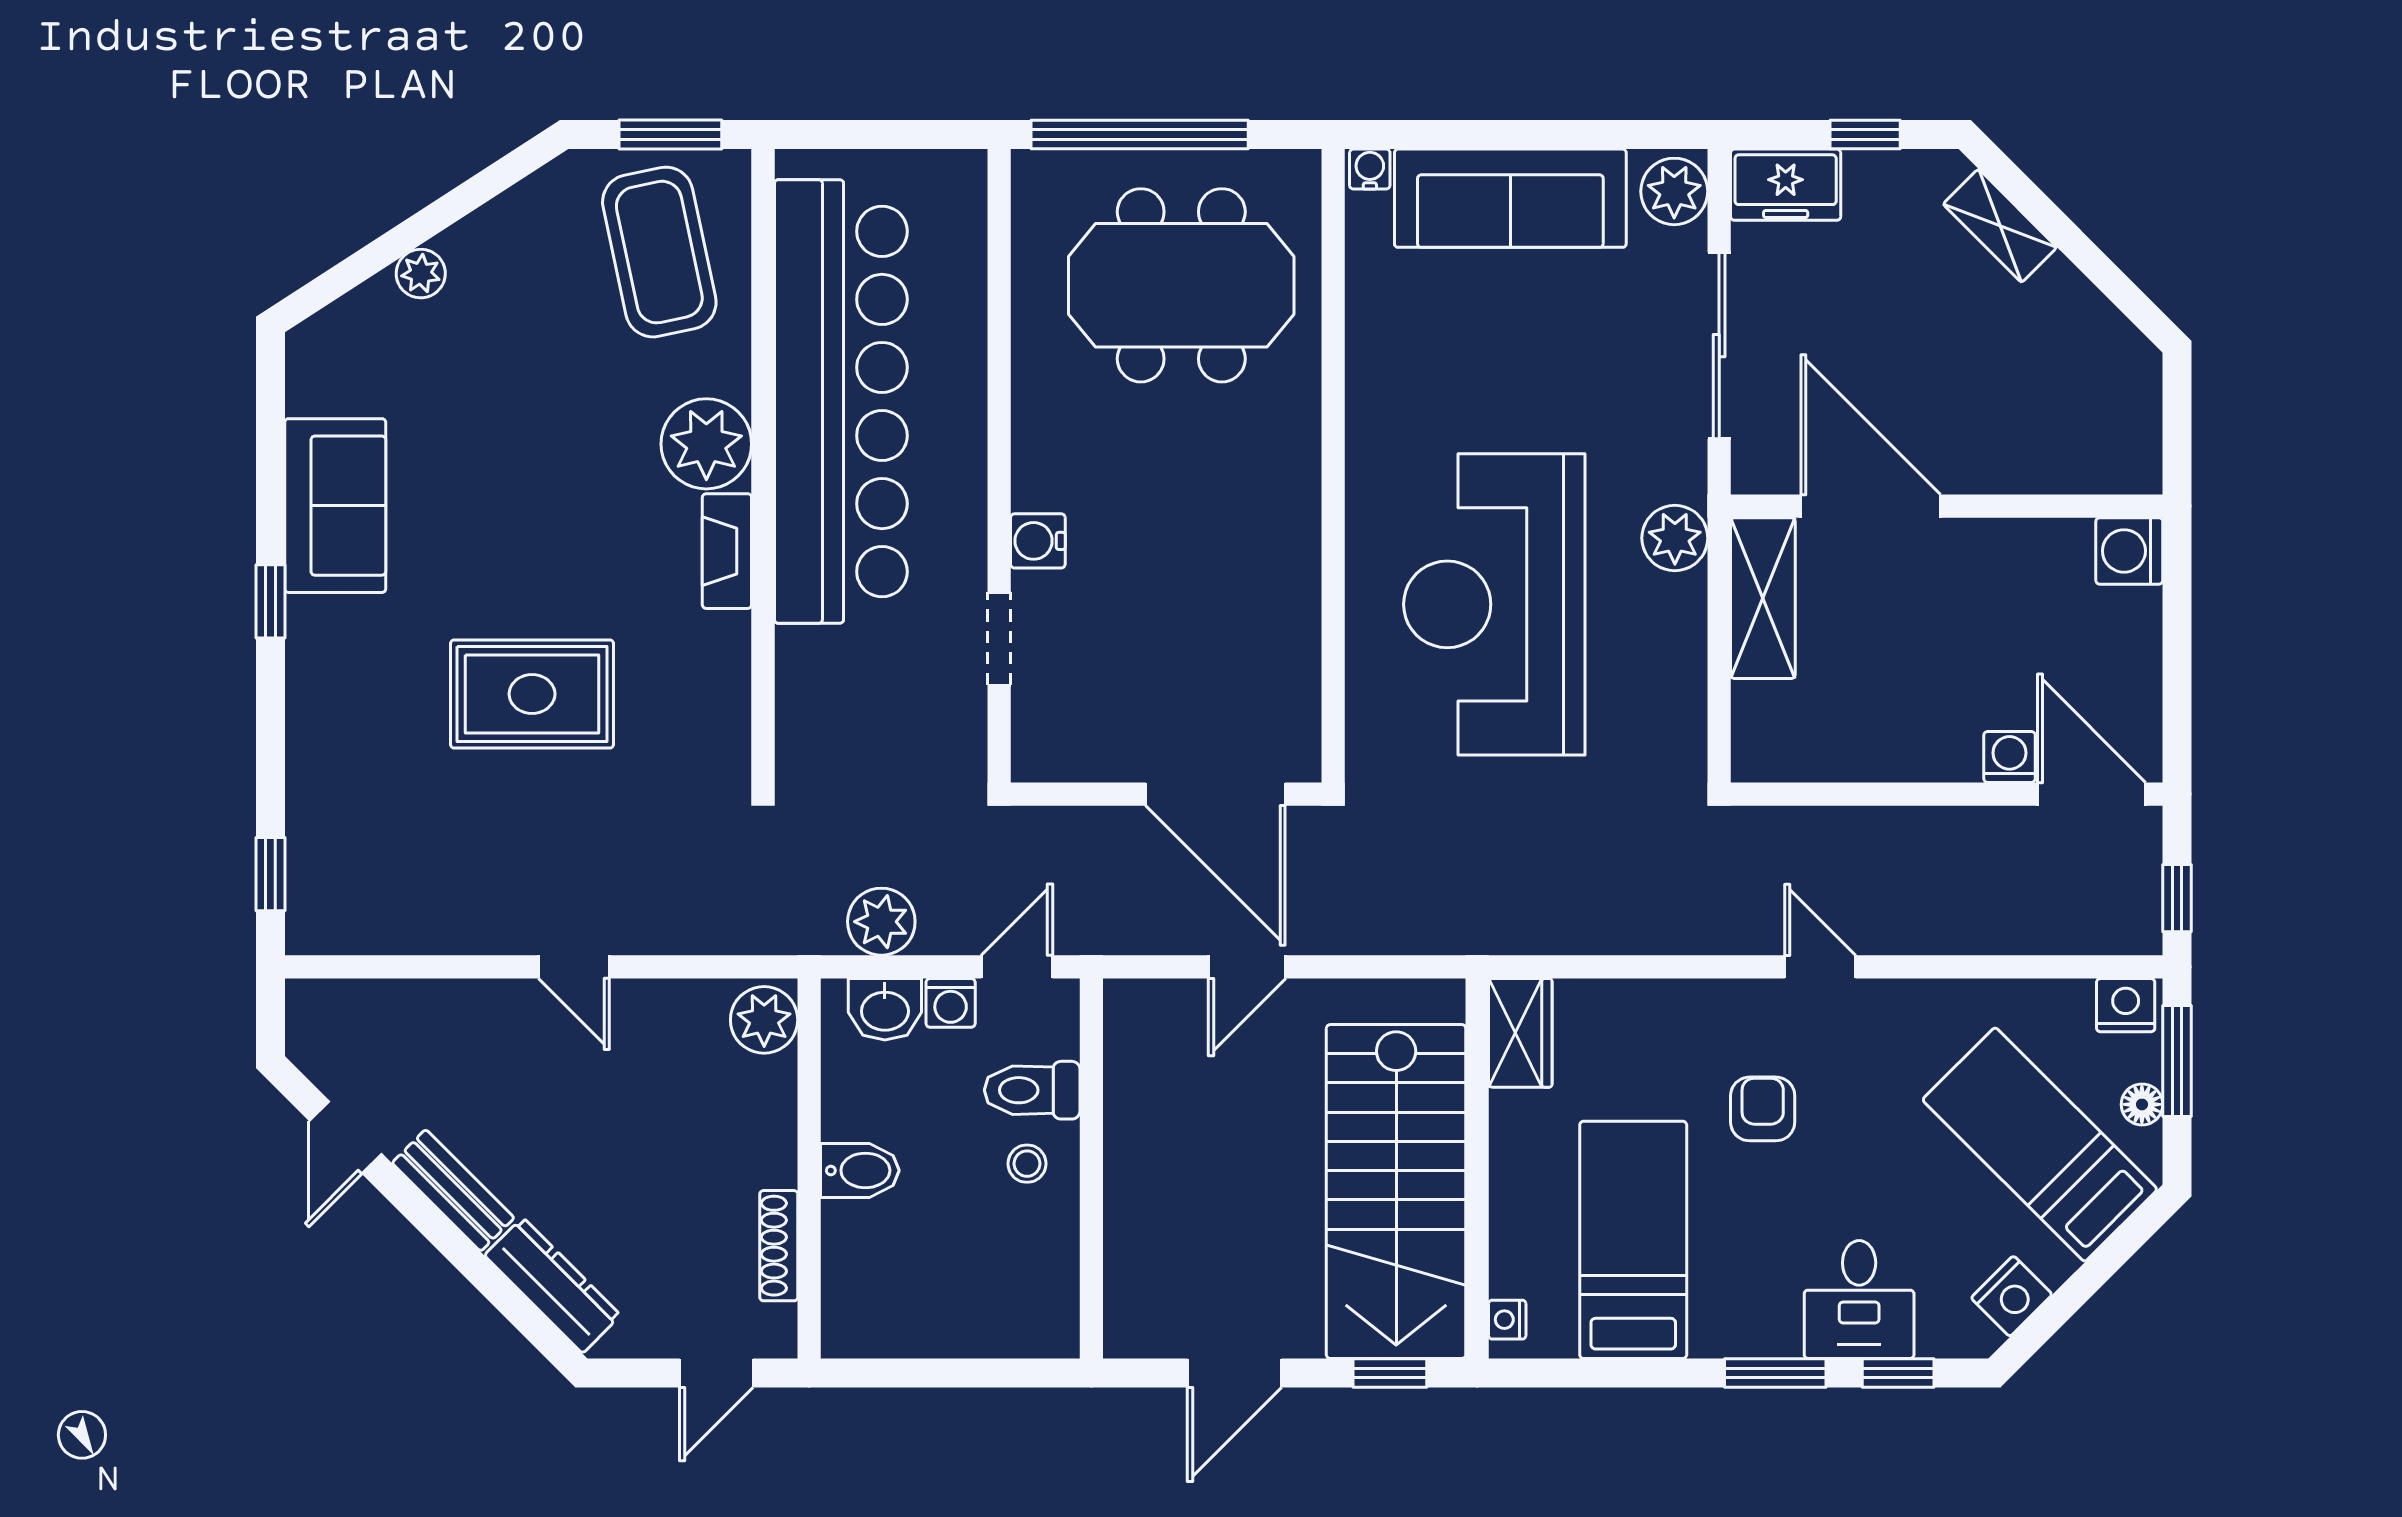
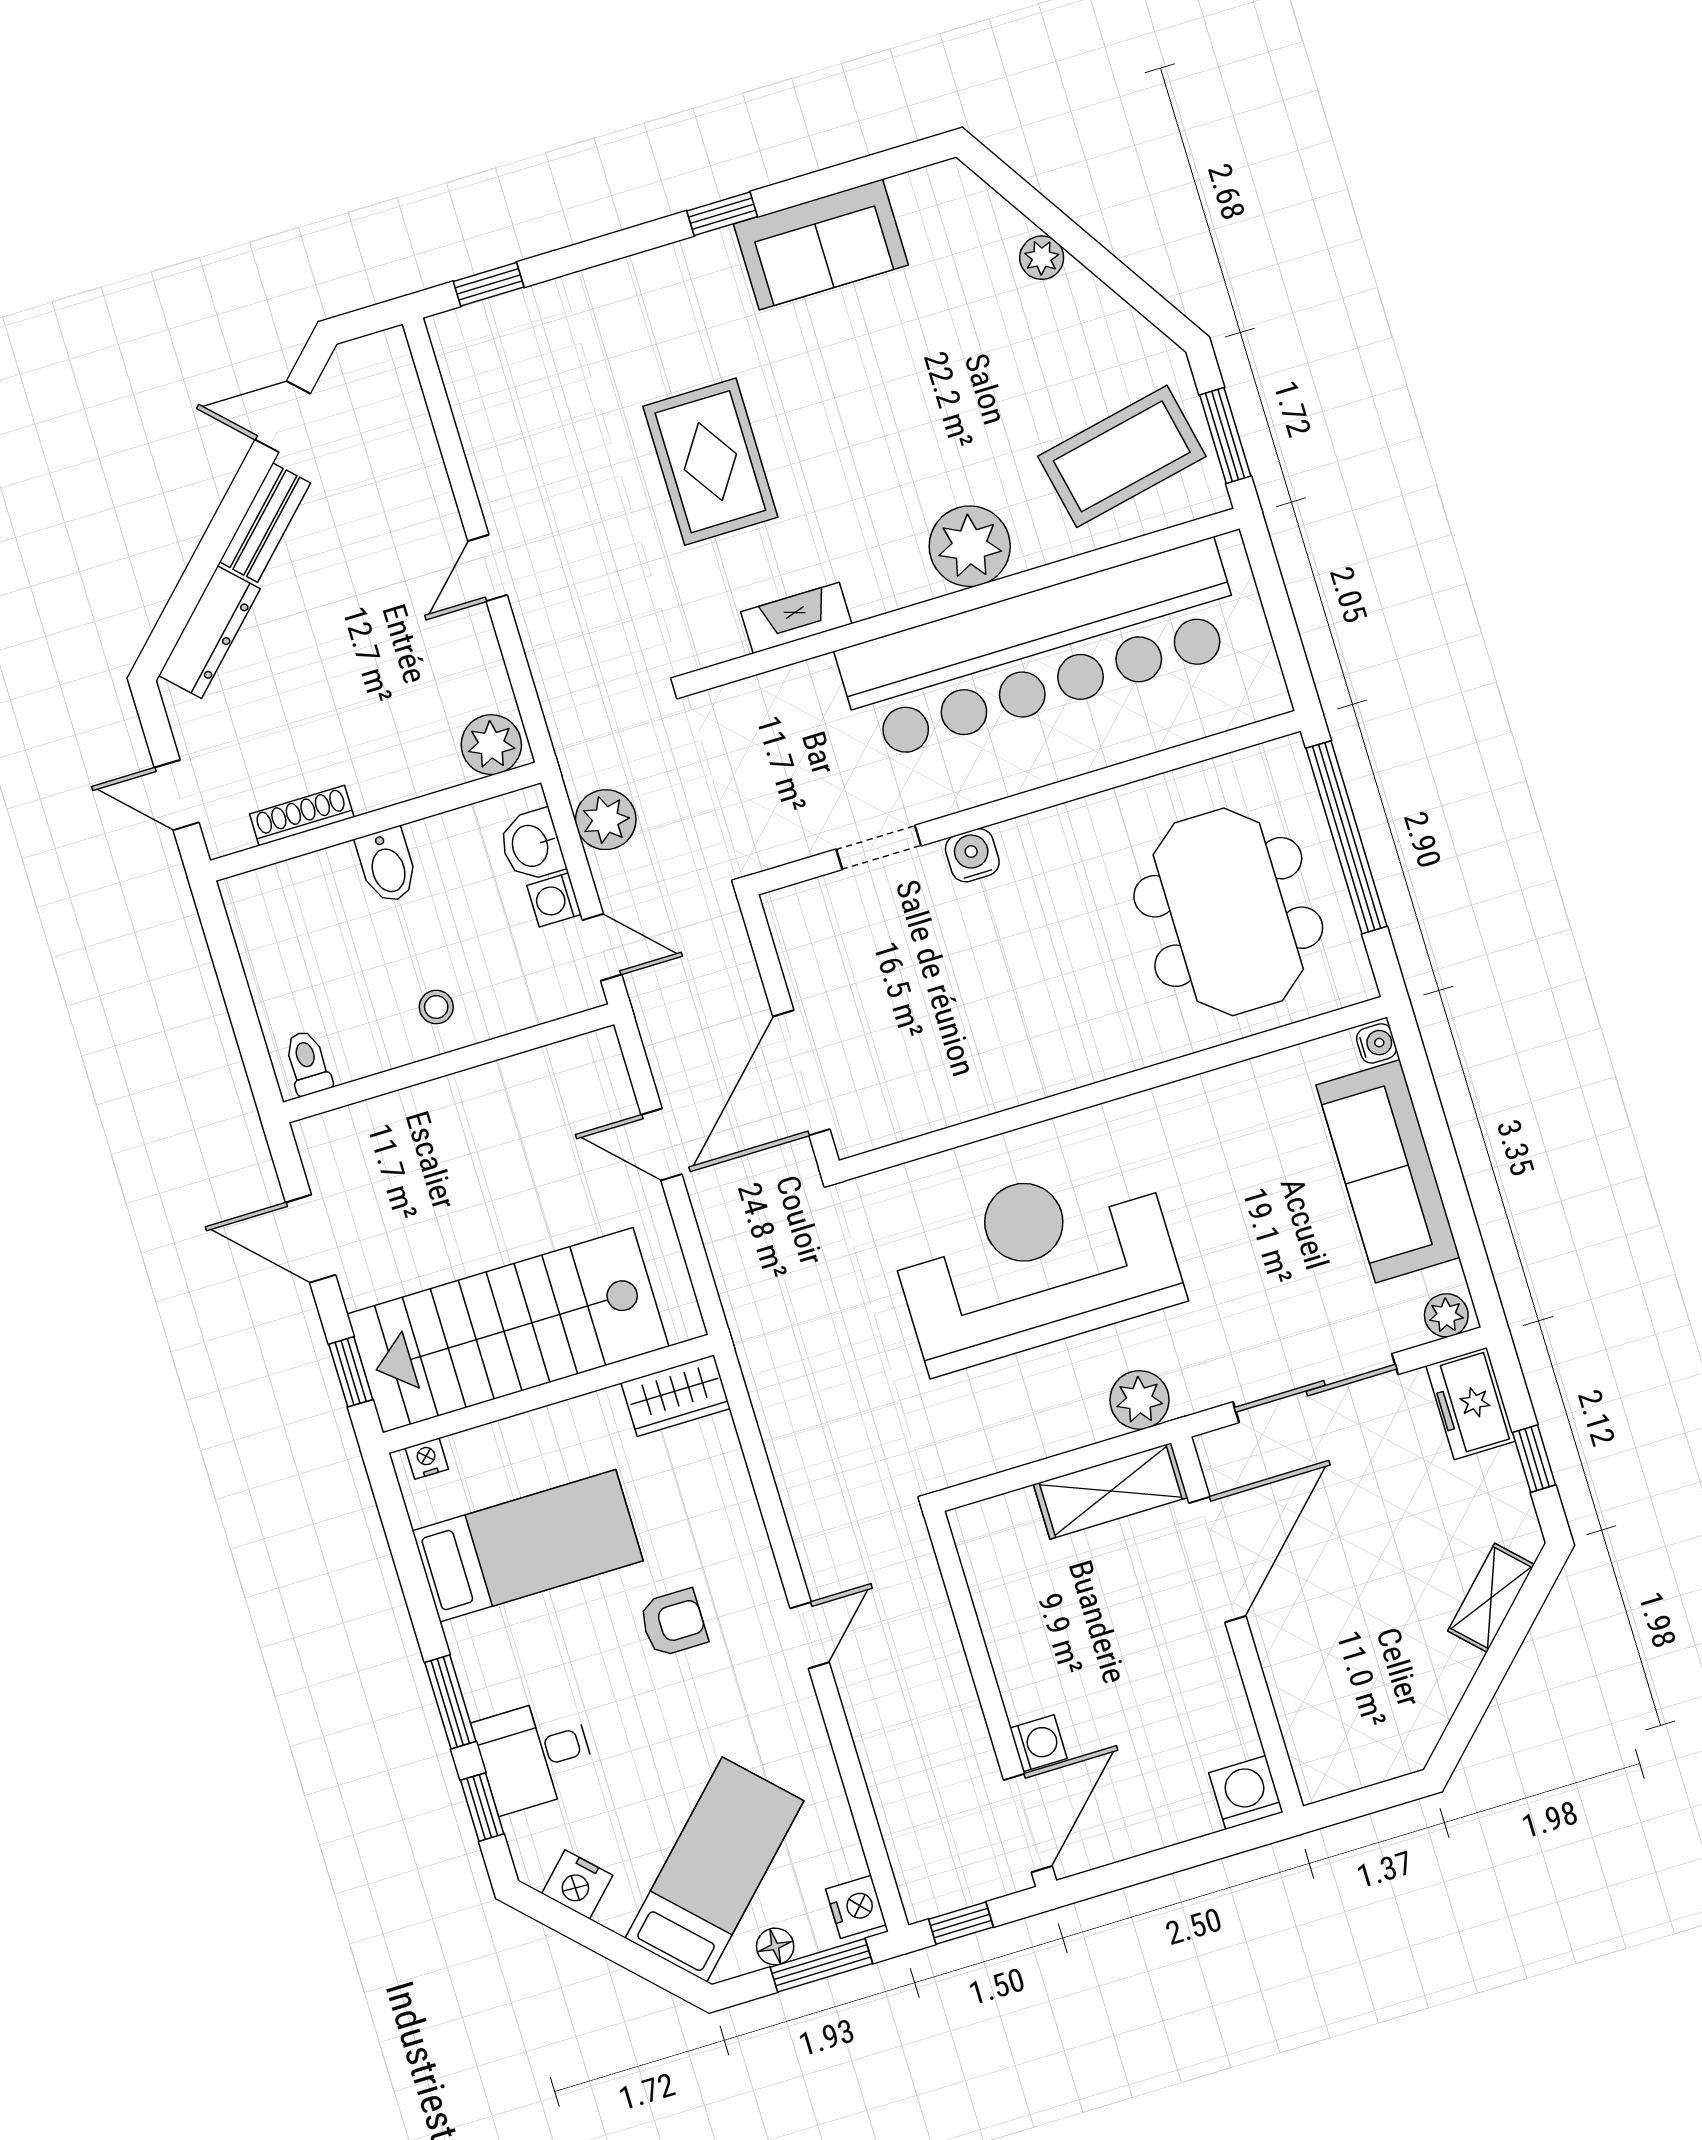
plant: (1674, 191) -> (1446, 1315), width x0.73, depth x0.73
fireplace: (727, 551) -> (796, 618), moved
toilet: (1032, 1090) -> (308, 1063), moved, width x0.73, depth x0.72

